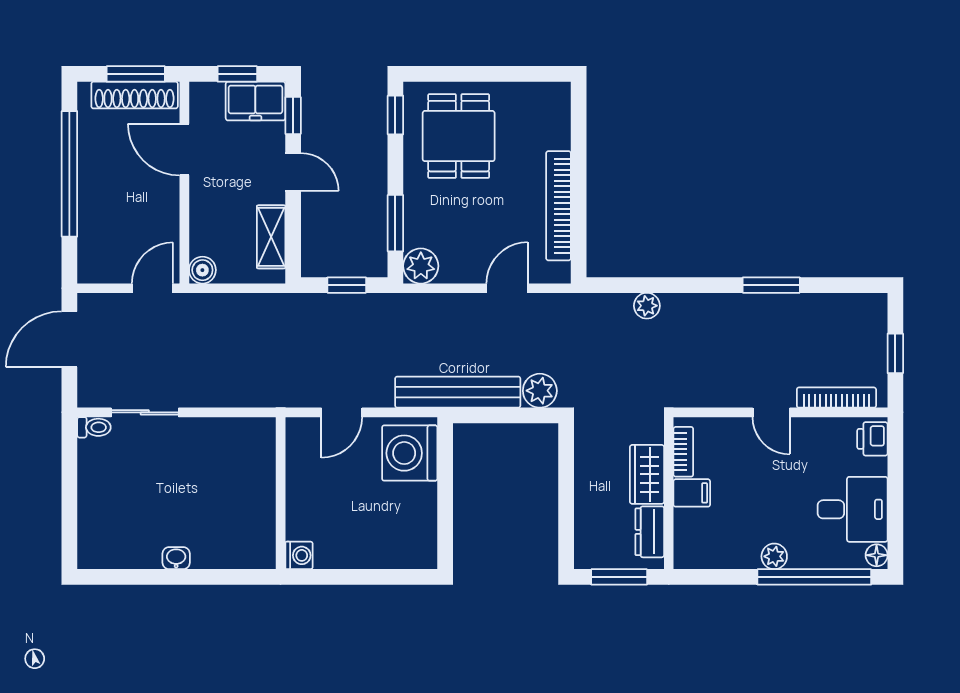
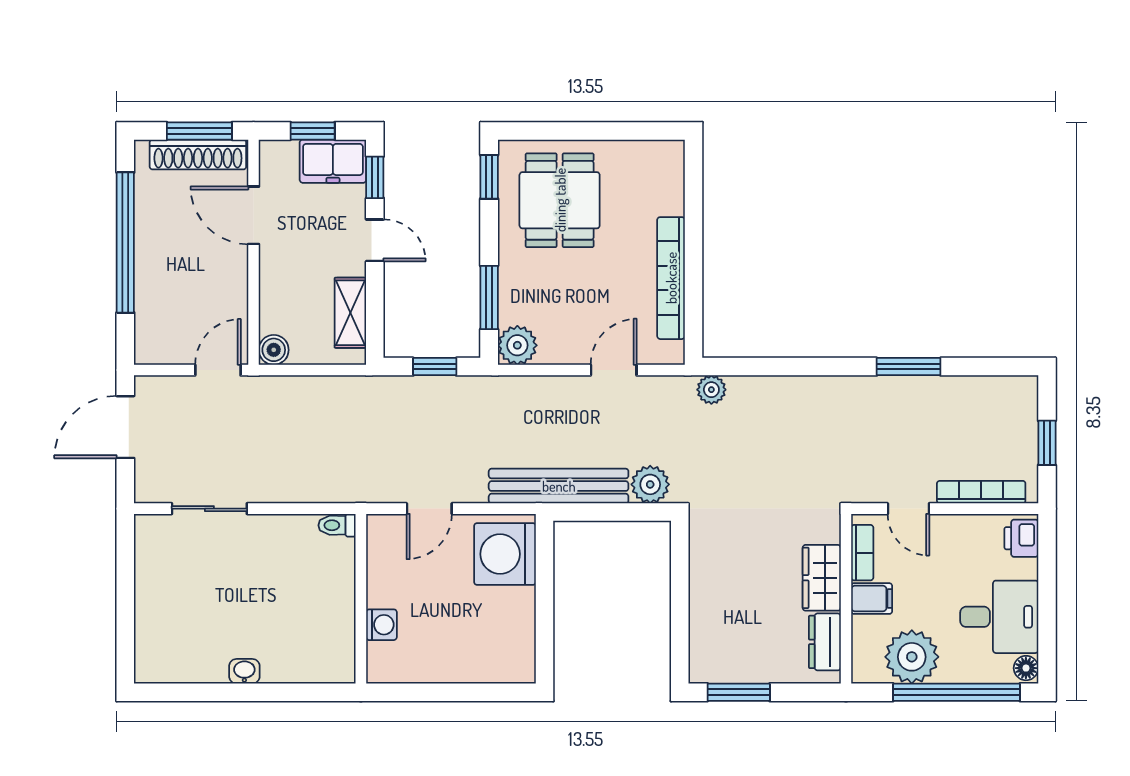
plant: (647, 306) -> (711, 390), moved
toilet: (94, 427) -> (337, 525), moved, turned 180
bookcase: (683, 452) -> (862, 553), moved
wardrobe: (647, 474) -> (822, 578), moved
wall: (669, 493) -> (846, 599), moved
filing cabinet: (692, 493) -> (872, 599), moved
dresser: (650, 532) -> (825, 642), moved
washing machine: (299, 555) -> (381, 625), moved
plant: (774, 556) -> (912, 657), width x1.88, depth x1.88

